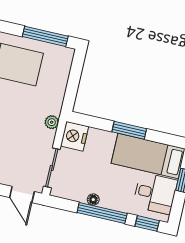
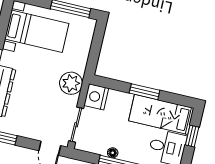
plant: (52, 122) -> (71, 83), width x1.88, depth x1.88

